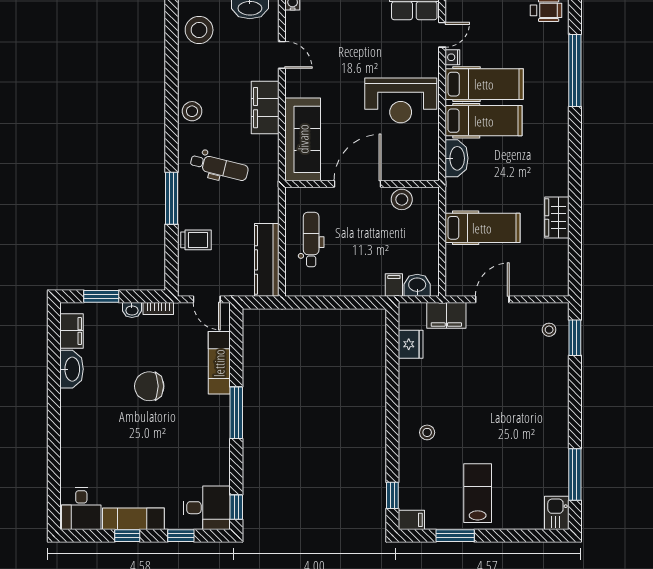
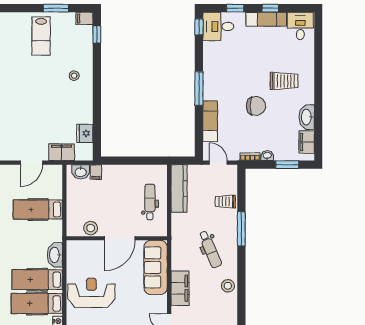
dental chair: (219, 167) -> (210, 249), turned -127
dental chair: (311, 239) -> (150, 202), turned 180
trolley: (106, 424) -> (284, 81), added

